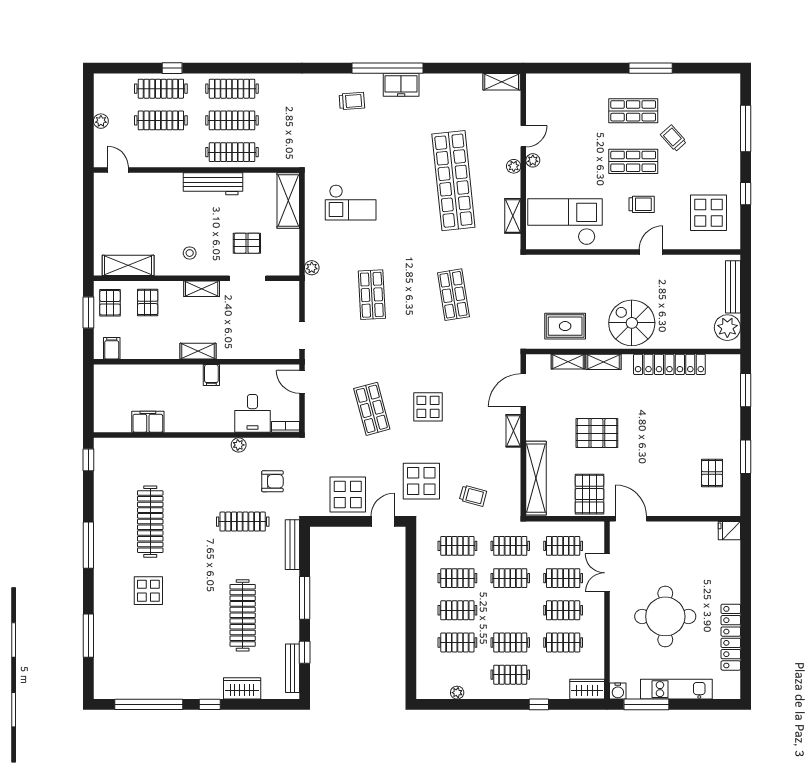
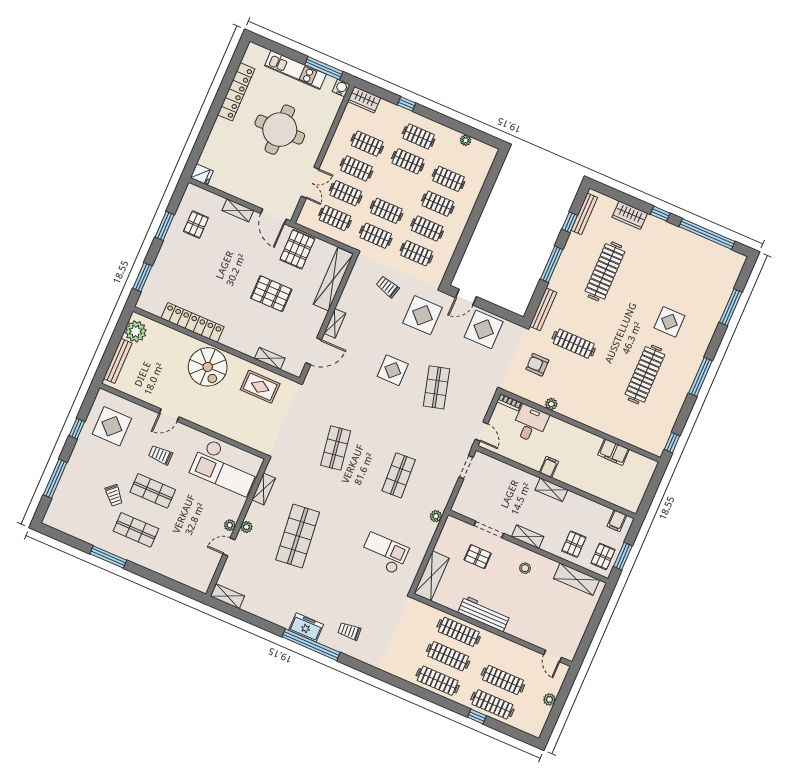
shop shelf: (453, 181) -> (298, 536), width x0.71
shelving: (604, 362) -> (238, 210), moved

